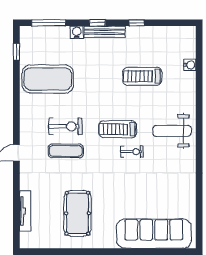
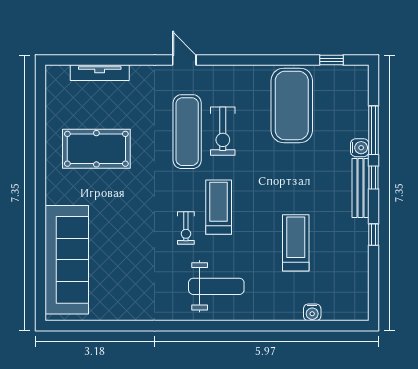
window: (49, 23) -> (373, 130), moved
weight bench: (172, 131) -> (216, 286), turned 90
exercise mat: (66, 151) -> (187, 132), width x1.36, depth x1.45

